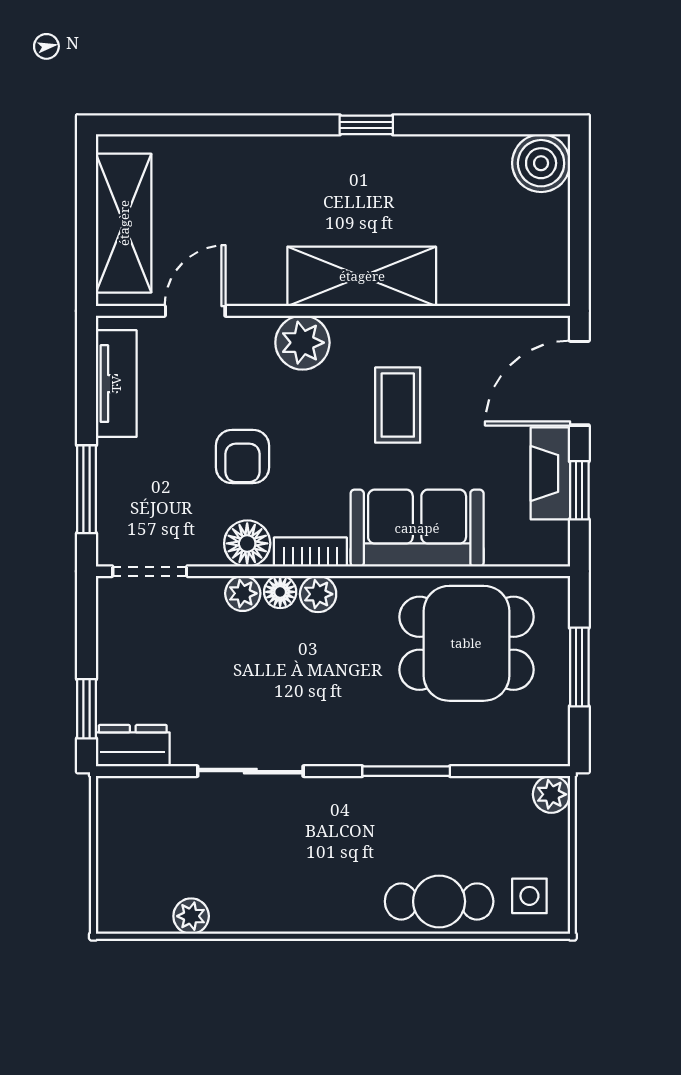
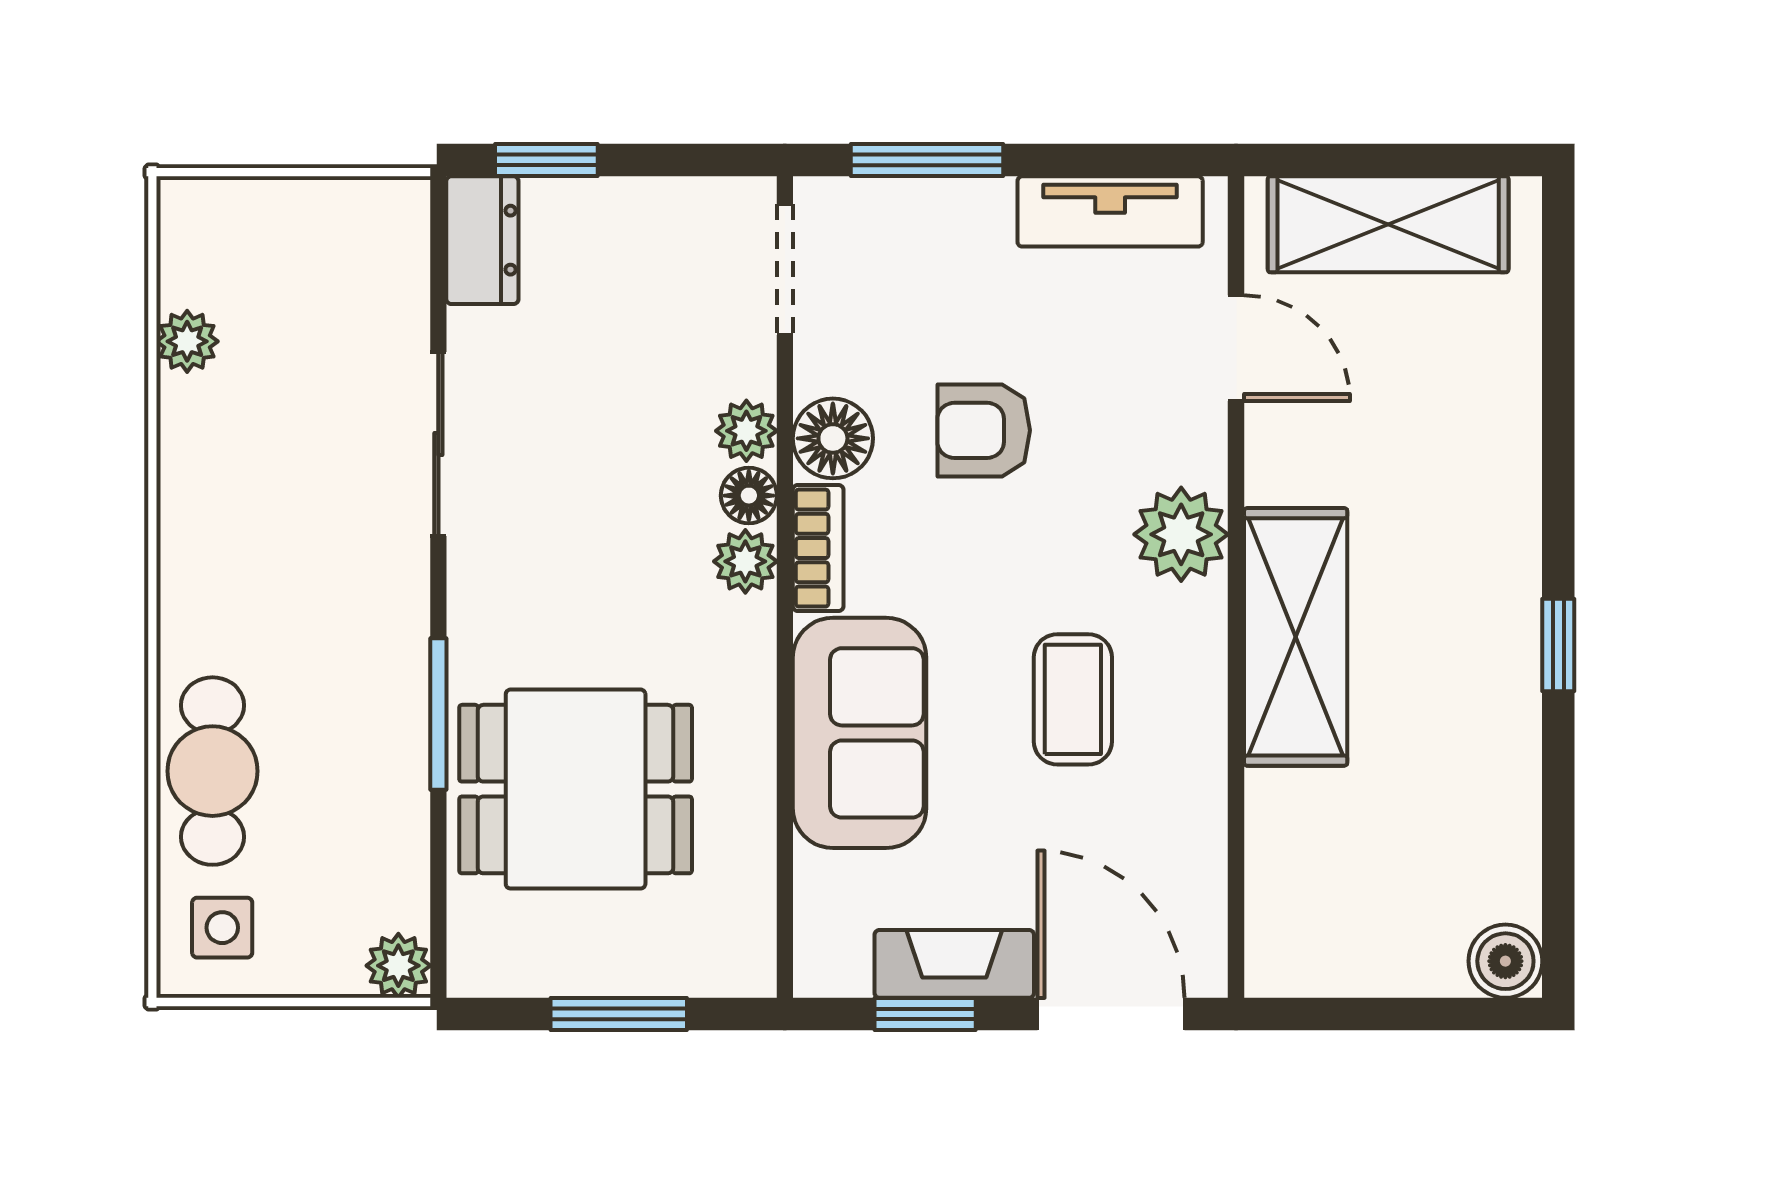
boiler: (541, 163) -> (1505, 961), width x0.73, depth x0.73
coffee table: (398, 405) -> (1073, 699), turned 90
dining table: (466, 643) -> (576, 789), moved, turned 90

